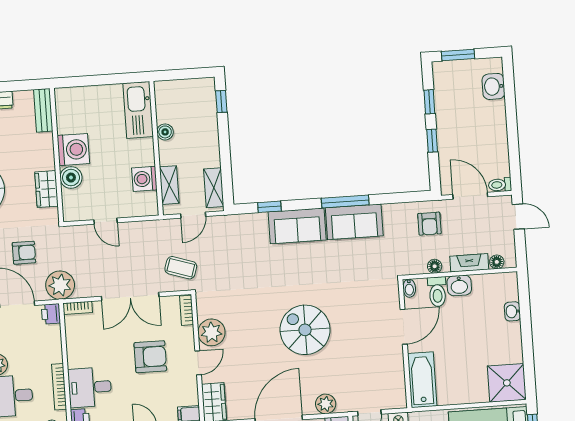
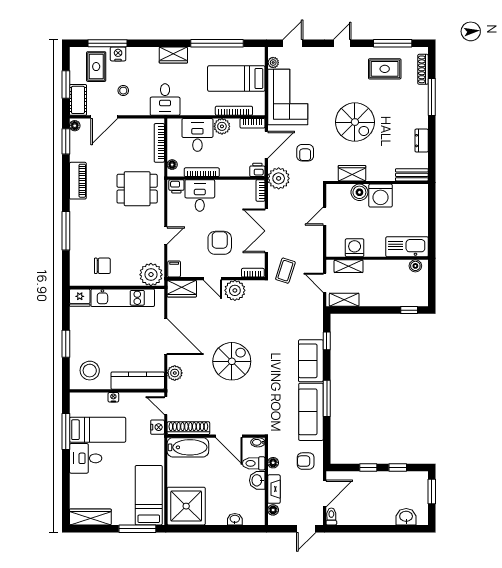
boiler: (165, 132) -> (415, 266), moved
sofa: (354, 222) -> (311, 412), width x1.36
armchair: (150, 357) -> (220, 243), turned 180
shoe rack: (397, 381) -> (188, 428), added
shower: (507, 383) -> (186, 506), width x1.37, depth x1.37

